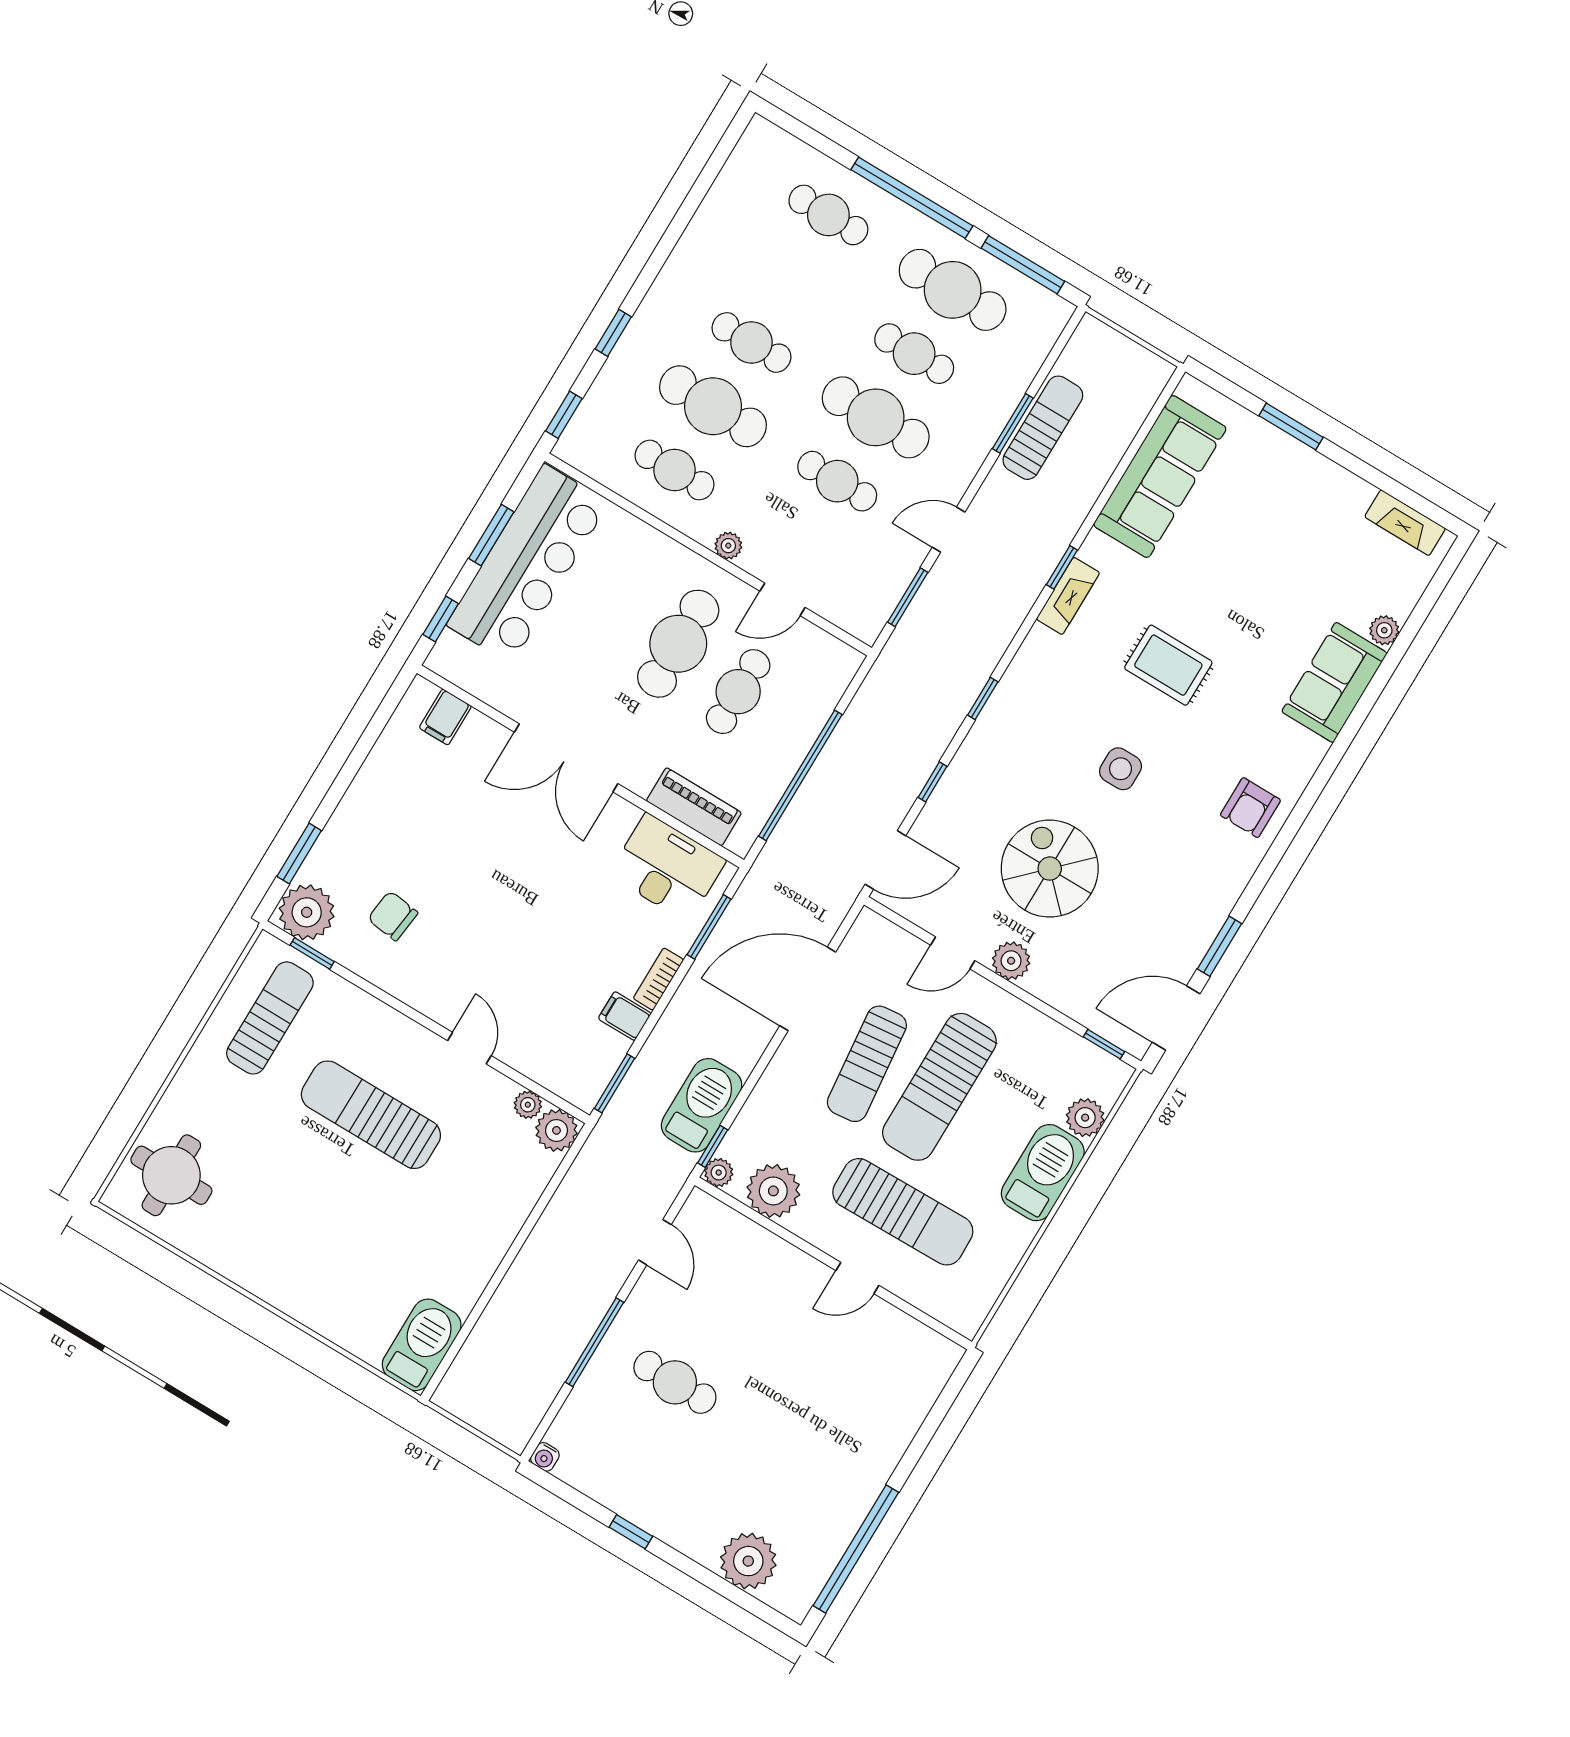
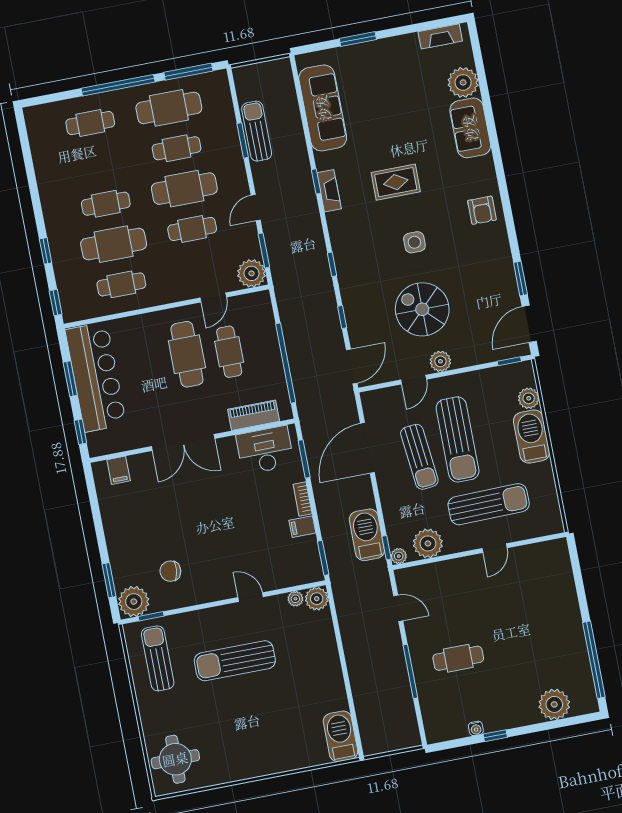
plant: (728, 546) -> (252, 273), moved, width x1.88, depth x1.88
plant: (1384, 630) -> (463, 82), width x1.88, depth x1.88
water cooler: (545, 1457) -> (476, 728), moved

